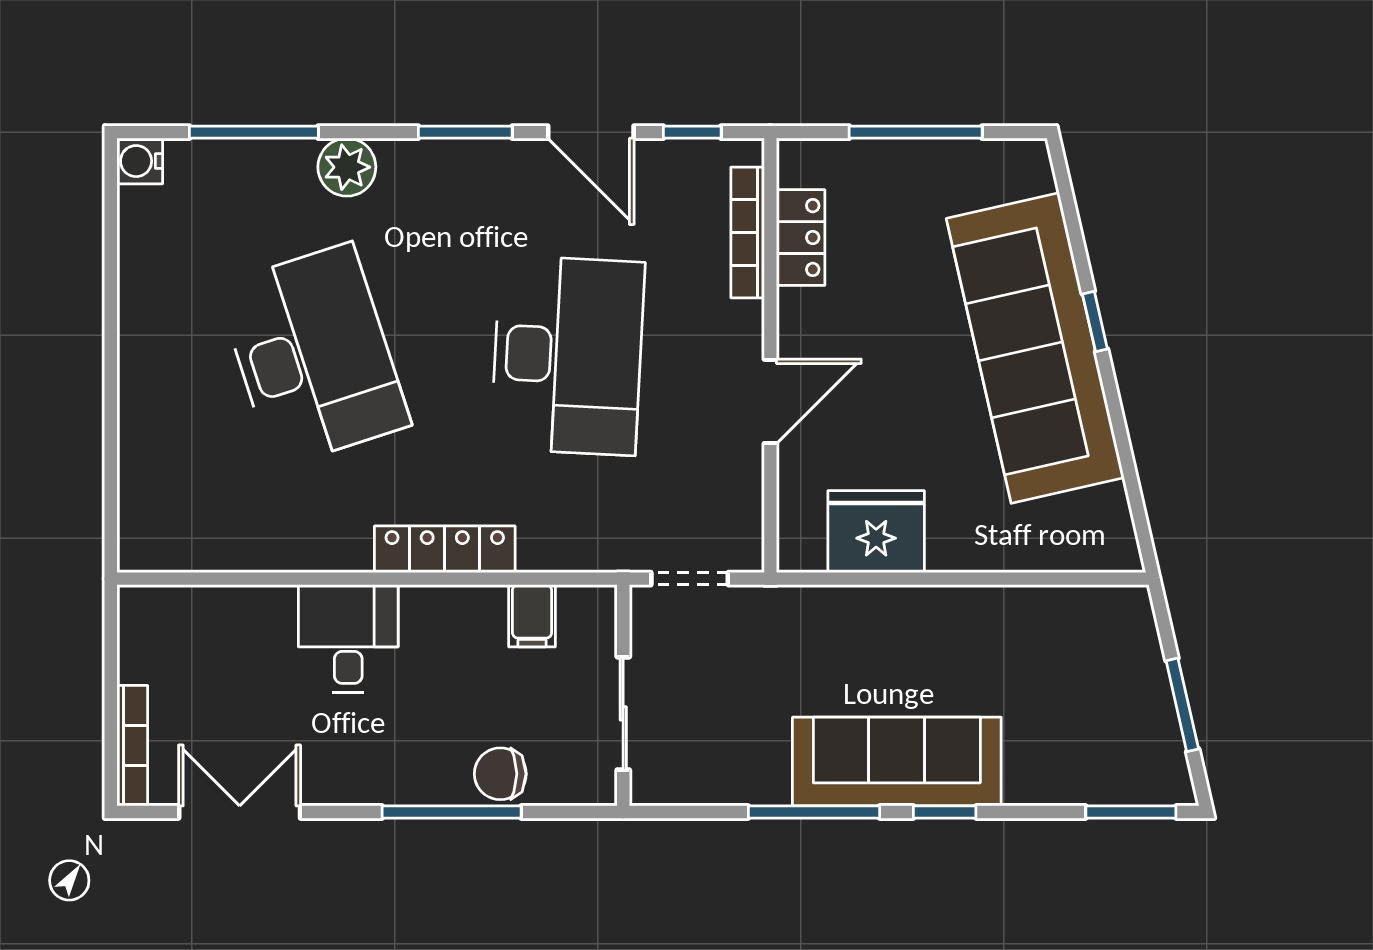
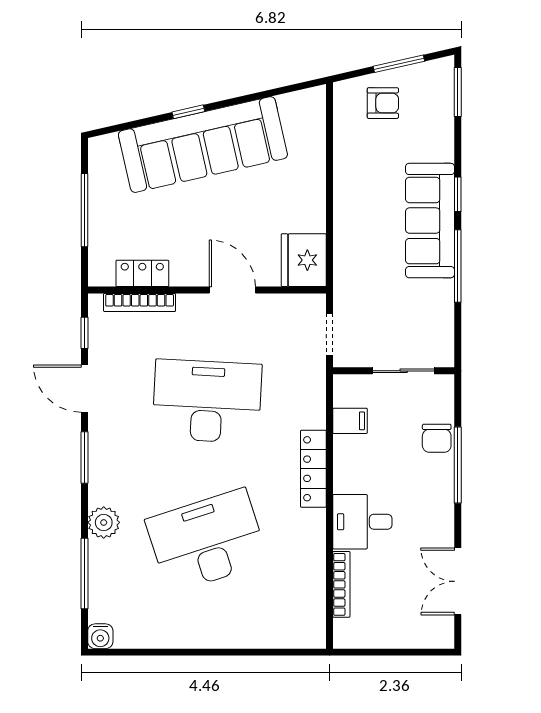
door: (591, 132) -> (84, 389), swing flipped
fridge: (876, 532) -> (304, 260), moved
armchair: (1111, 676) -> (383, 103), added
bookcase: (132, 746) -> (341, 584), moved, turned 90

